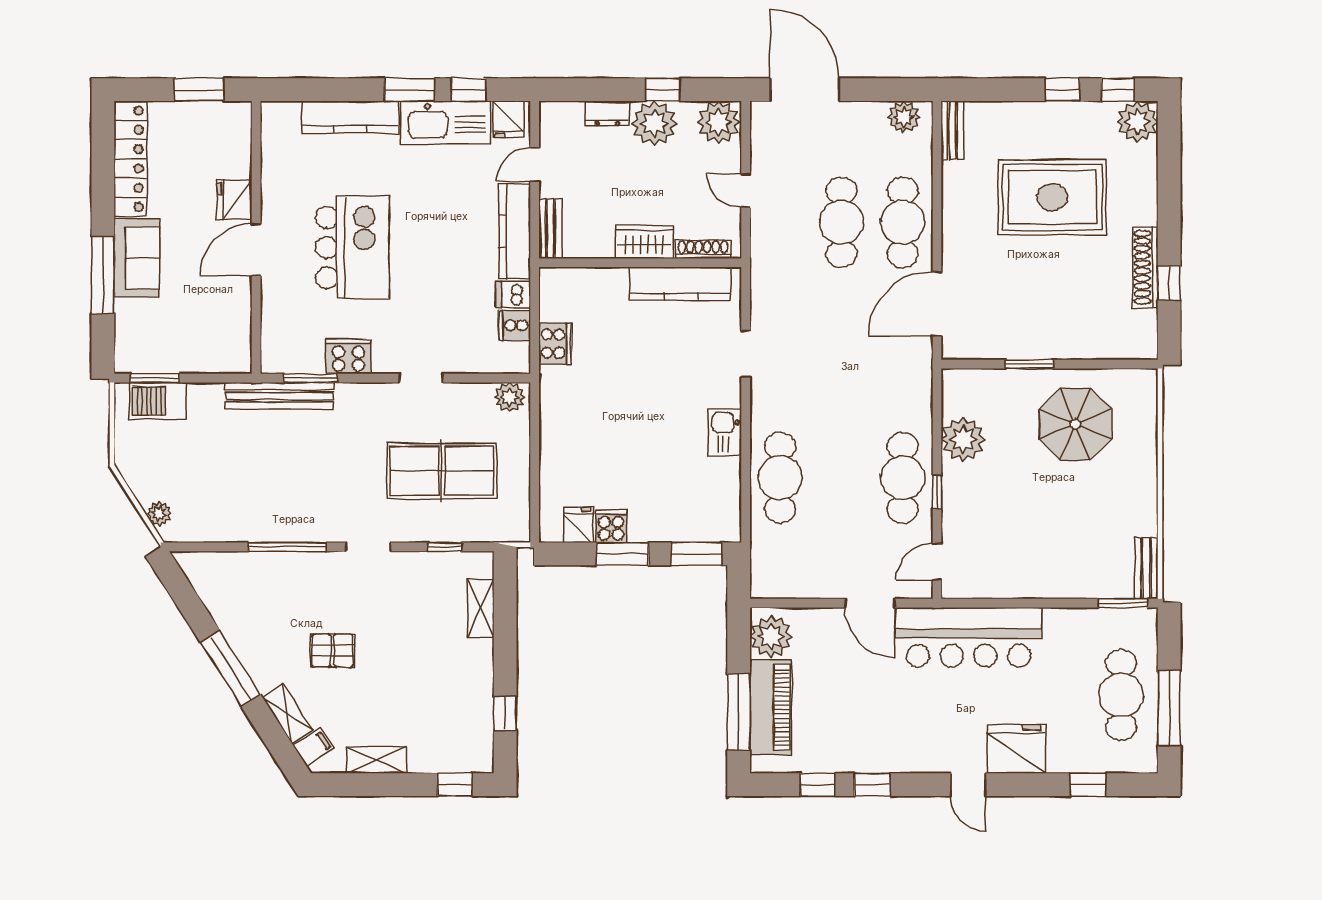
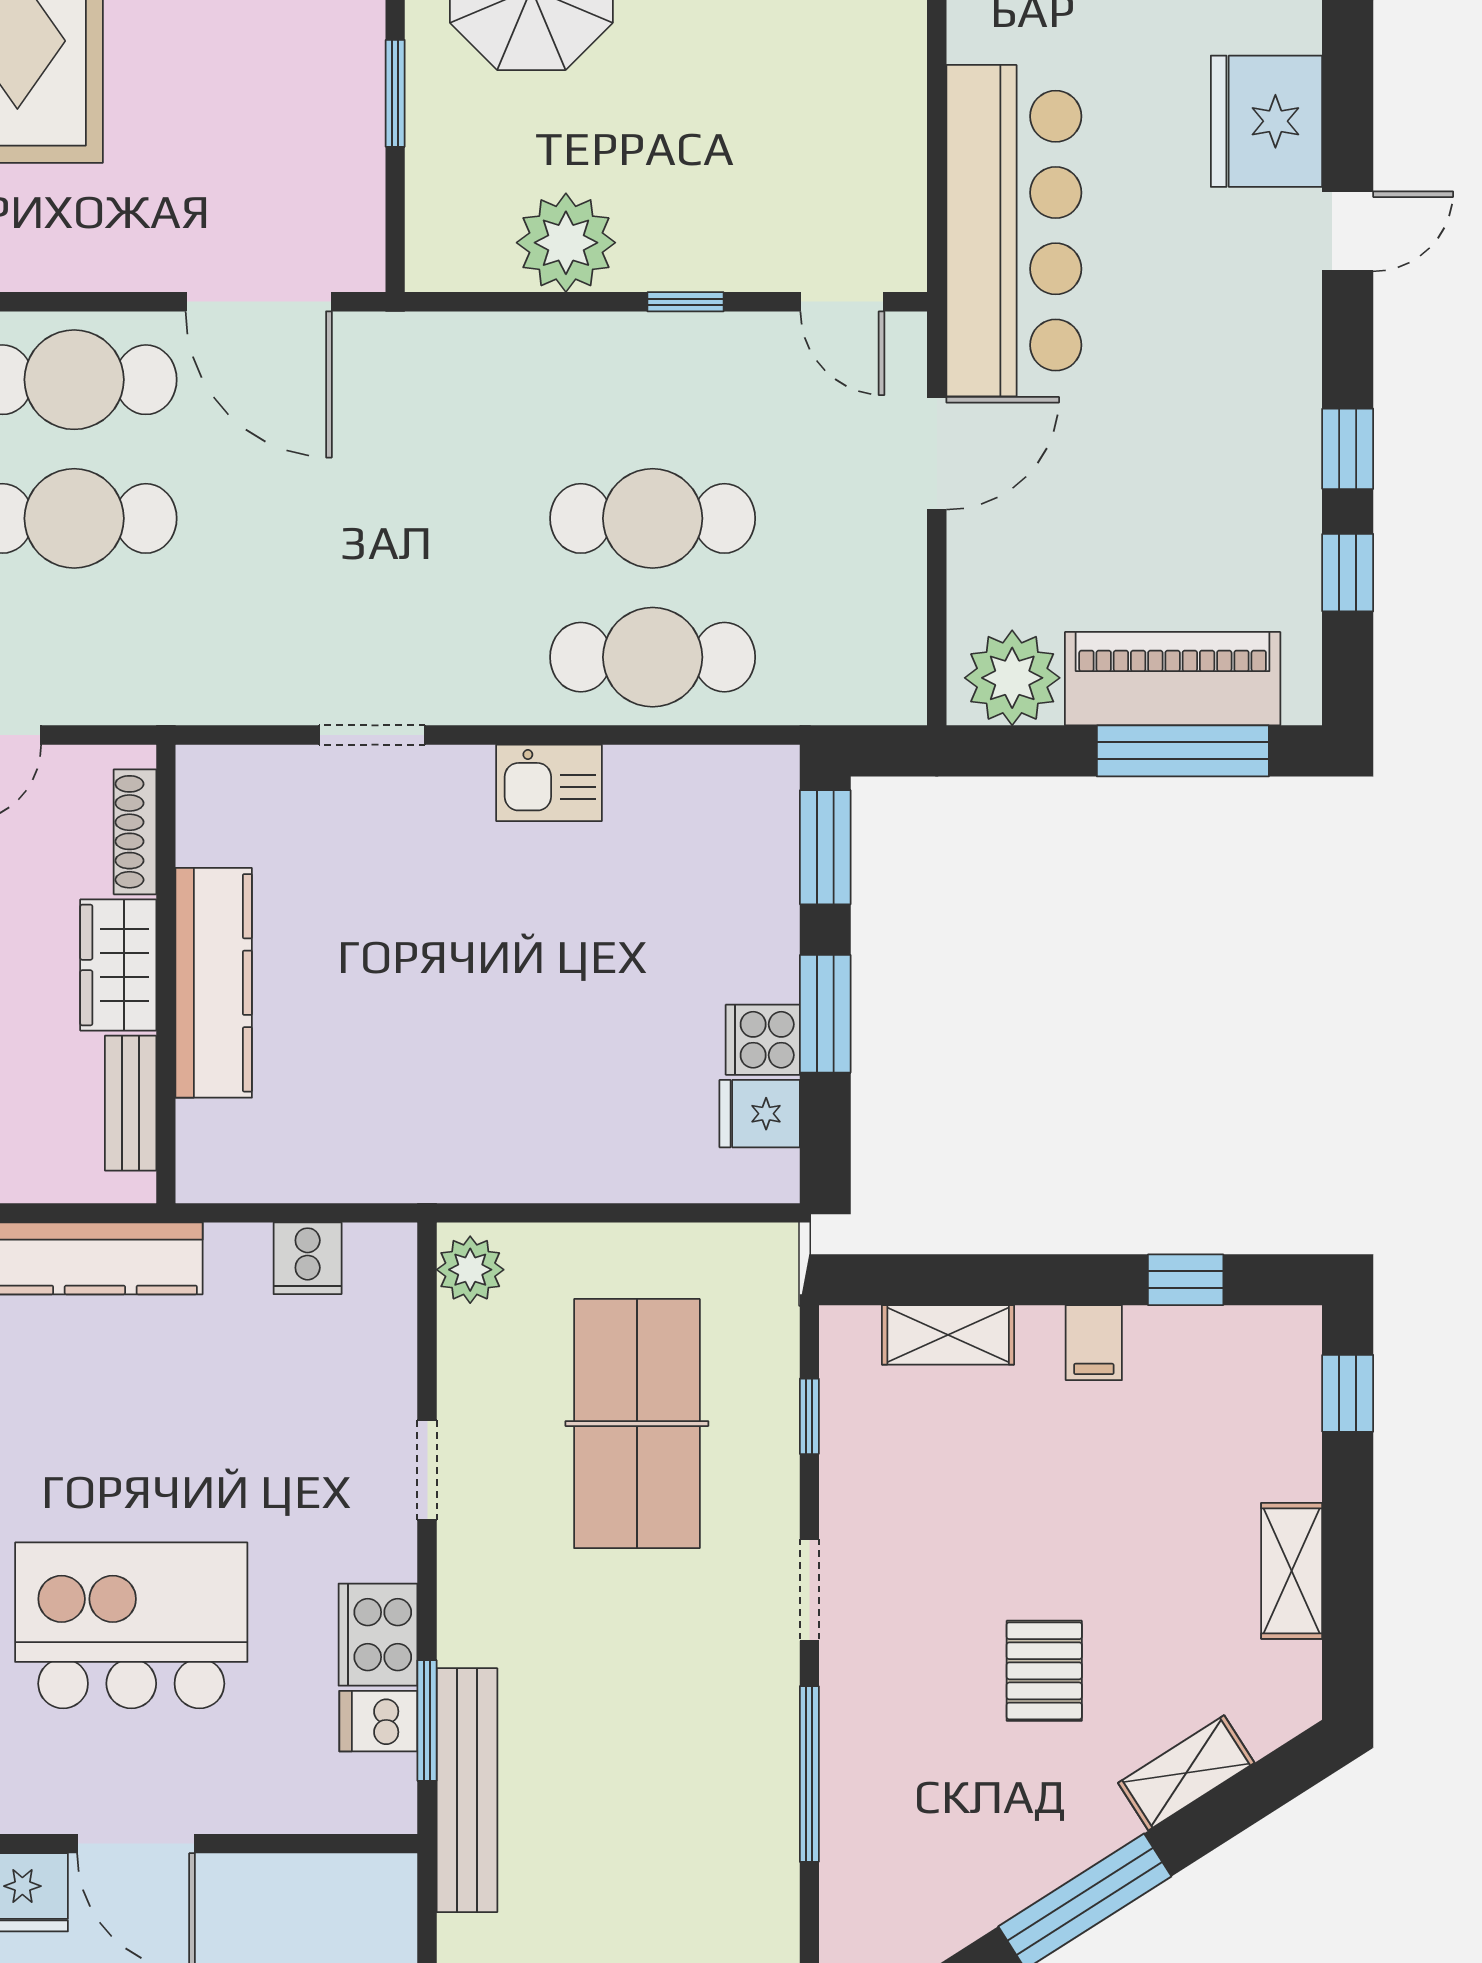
bench: (550, 229) -> (131, 1103), moved, turned 90
kitchen counter: (680, 284) -> (214, 983), moved
dishwasher: (513, 295) -> (378, 1721), moved, turned 90
cooker: (555, 344) -> (349, 1167), removed
cafe table: (903, 478) -> (653, 518), moved
filing cabinet: (314, 747) -> (1094, 1343), moved, turned -147

